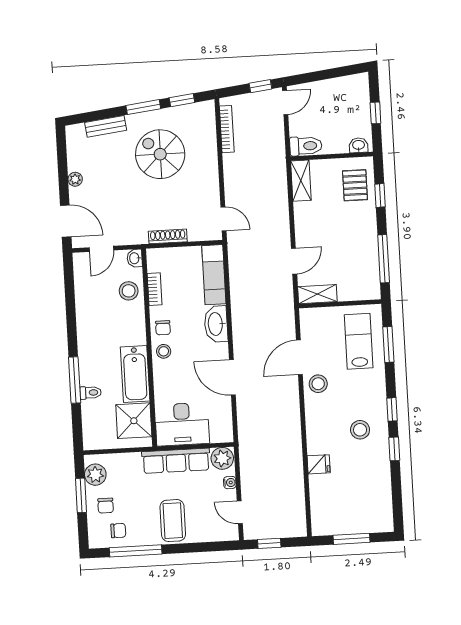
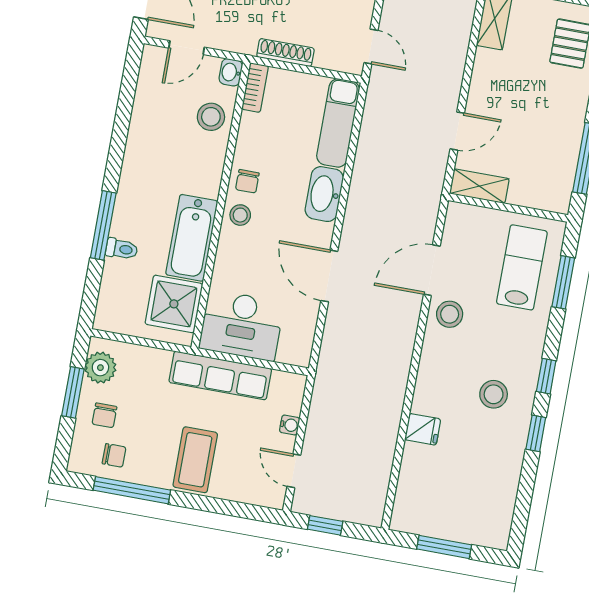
bookcase: (155, 289) -> (255, 88), moved
plant: (222, 458) -> (287, 388), removed

